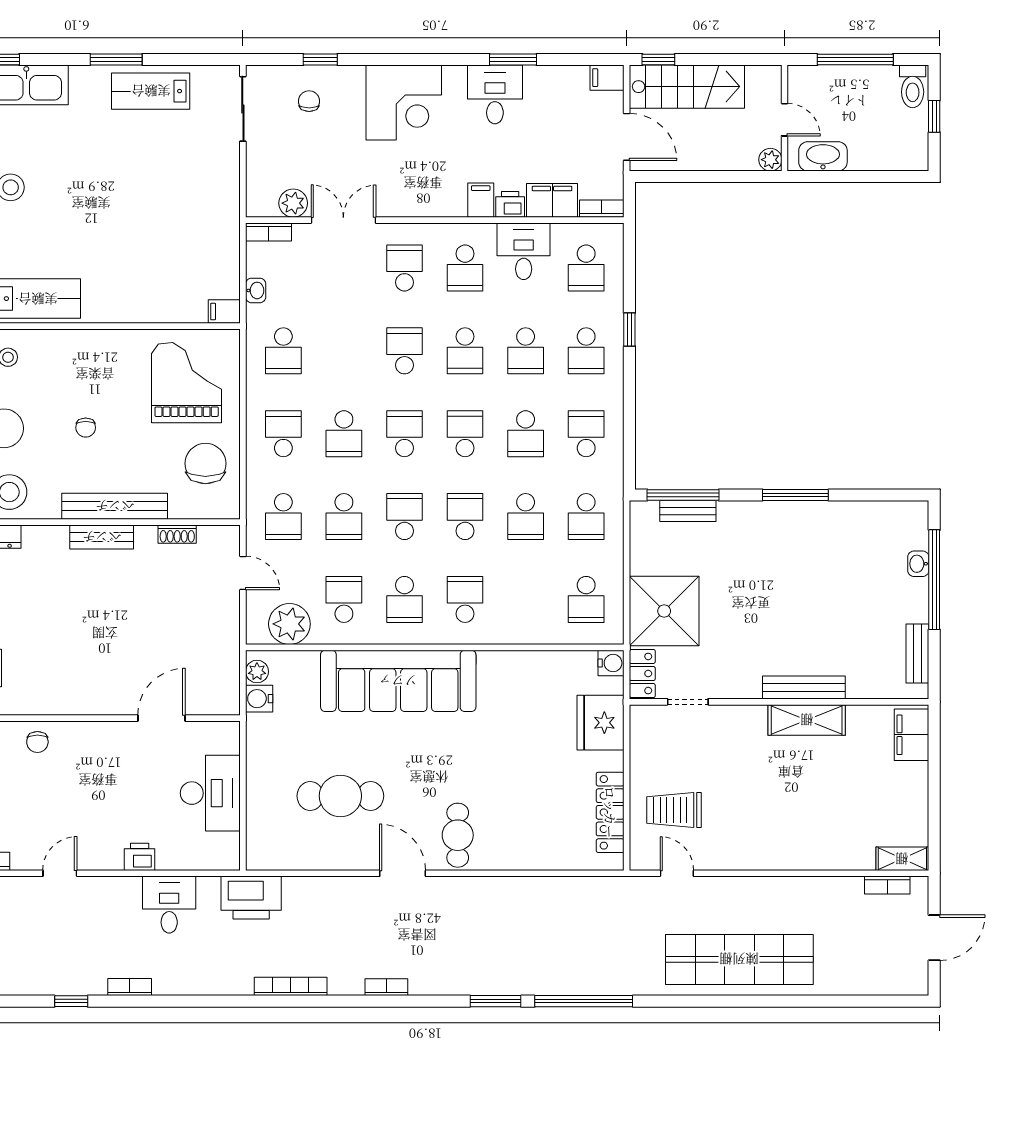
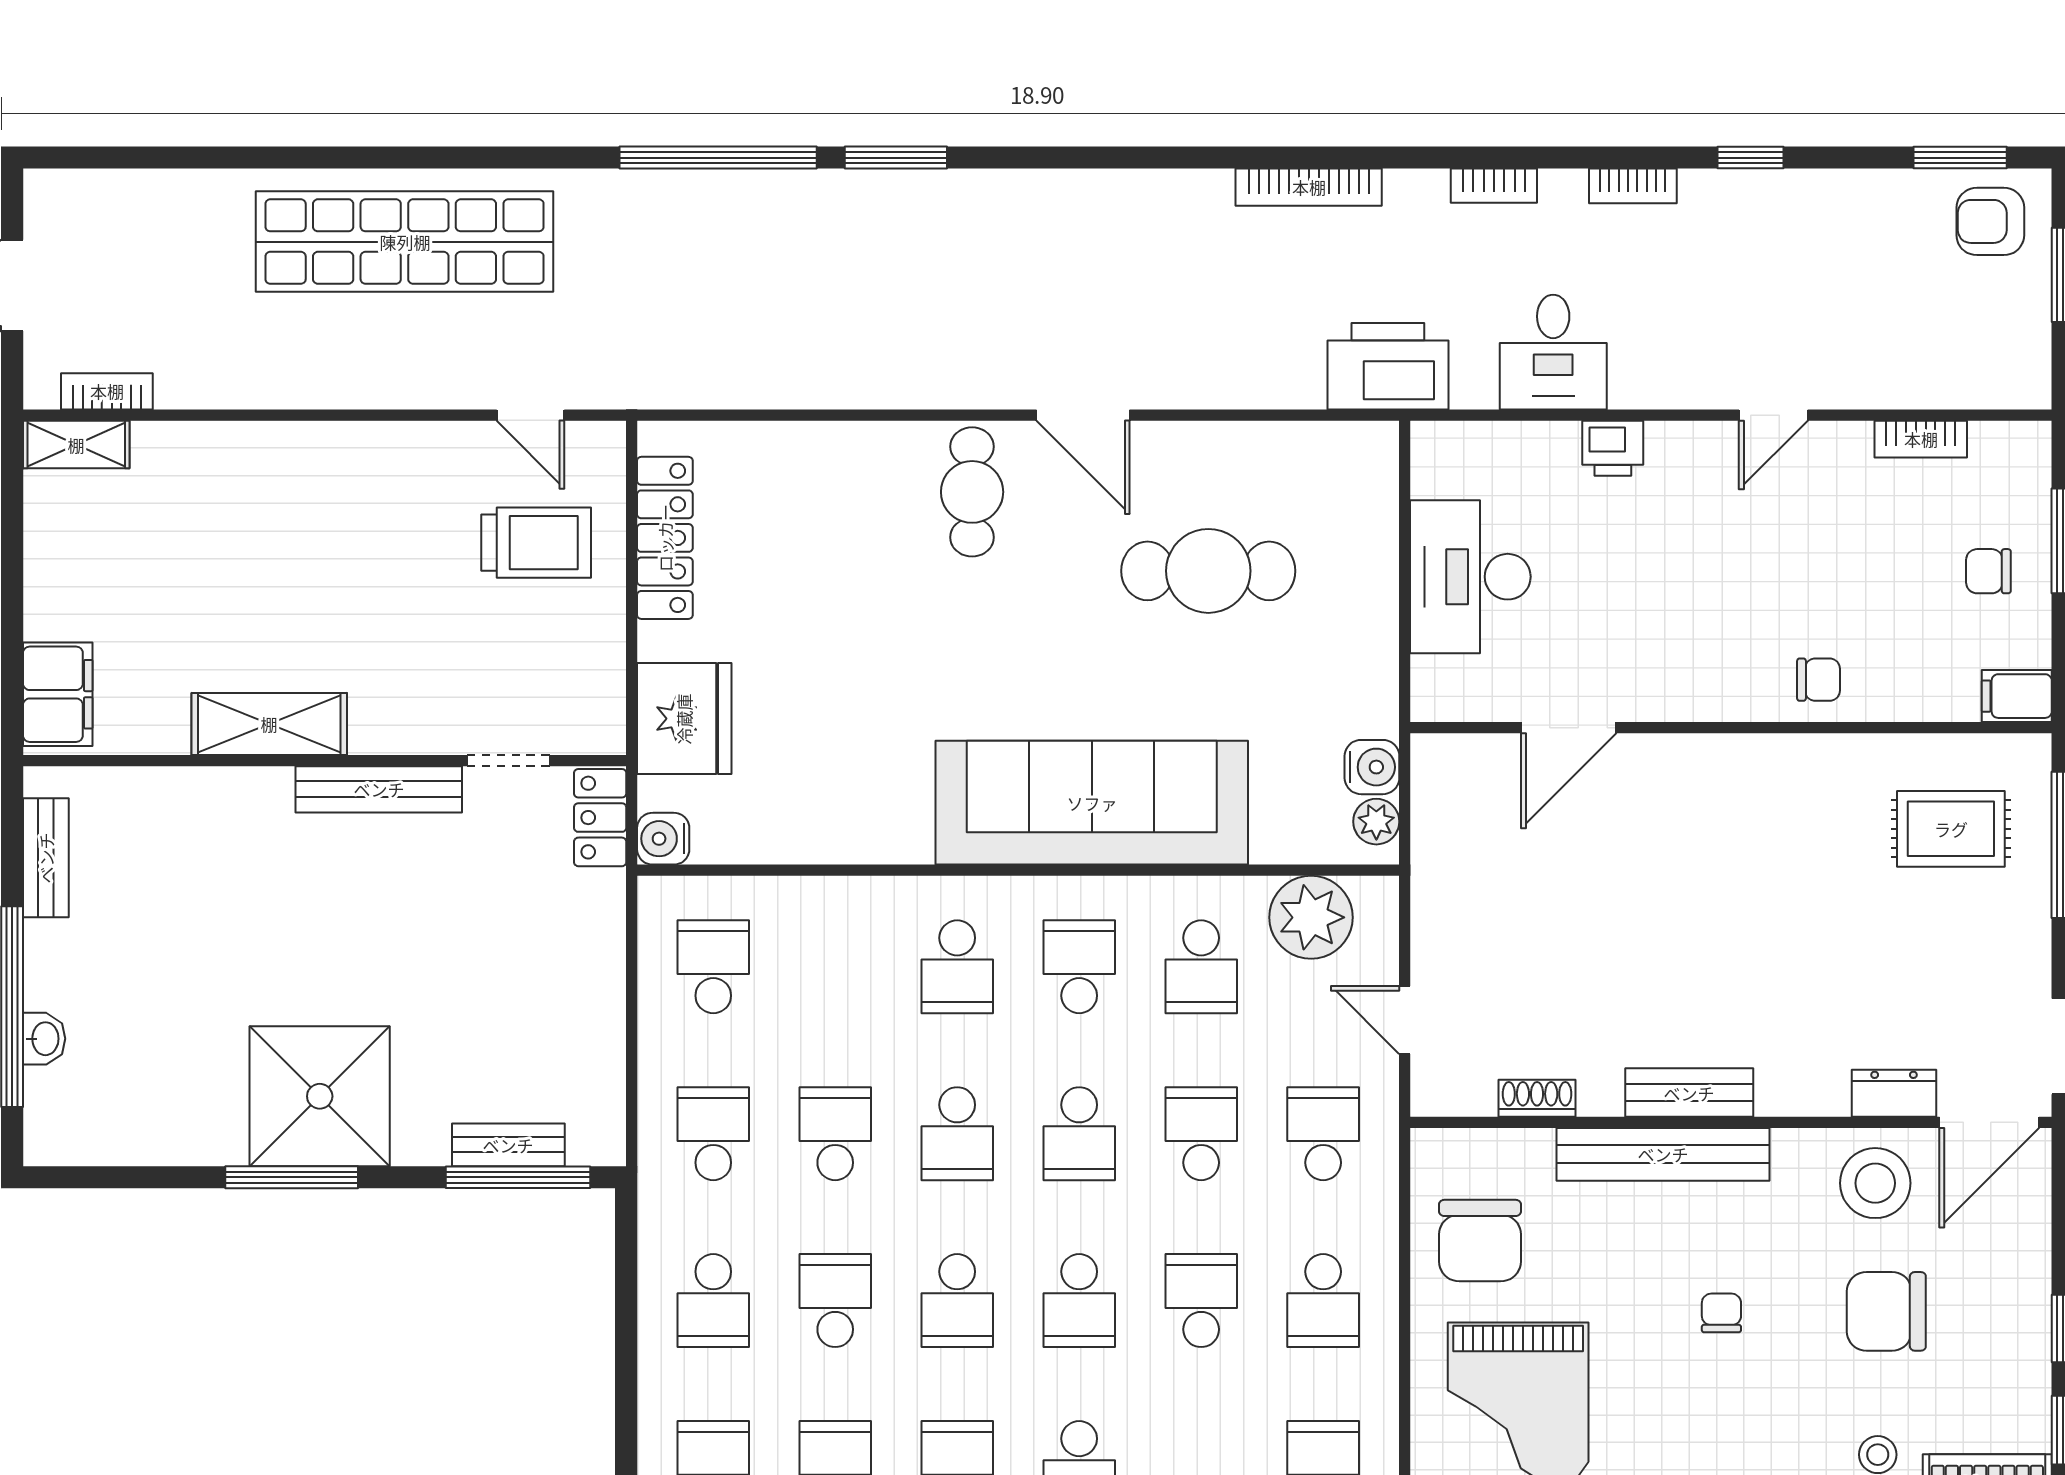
shower: (664, 611) -> (320, 1096), moved
bench: (804, 688) -> (379, 789), moved
chair: (37, 742) -> (1819, 680), turned 90
bookcase: (386, 987) -> (1494, 186), moved

